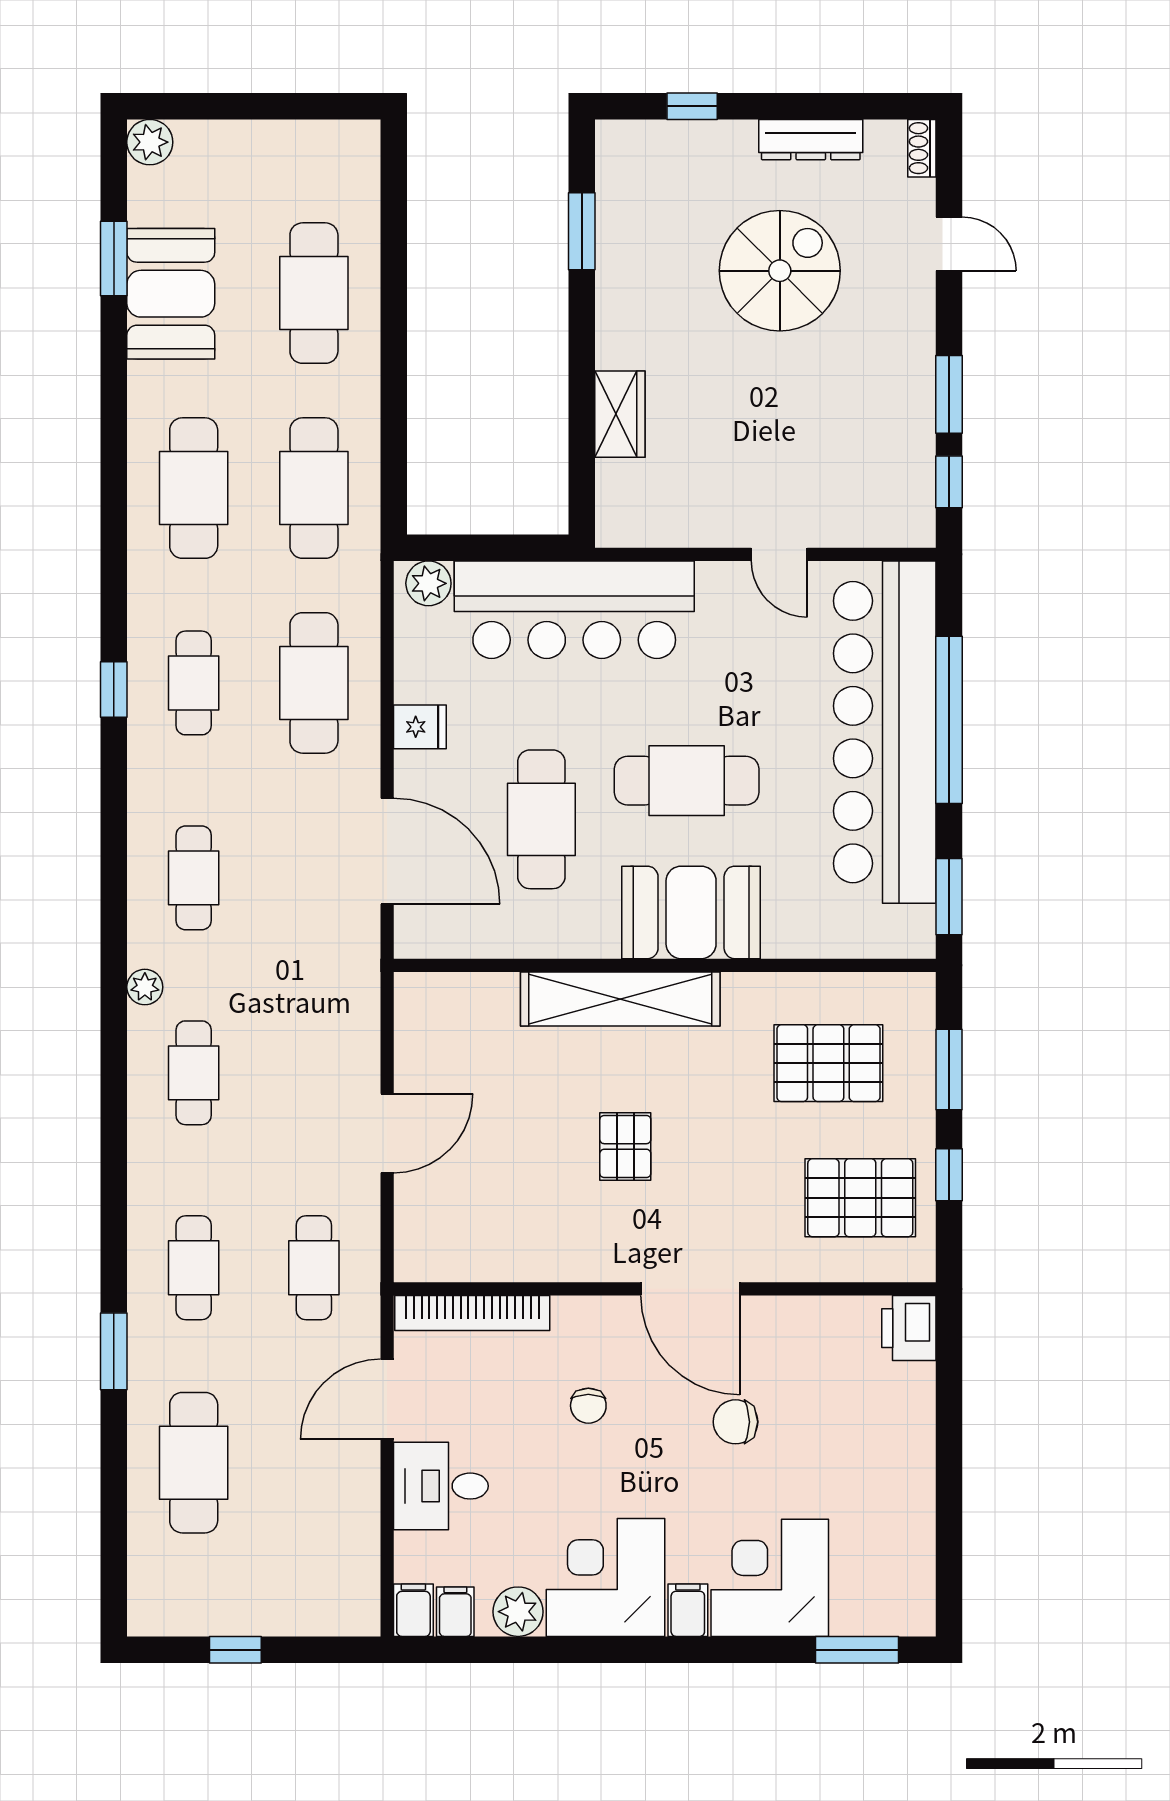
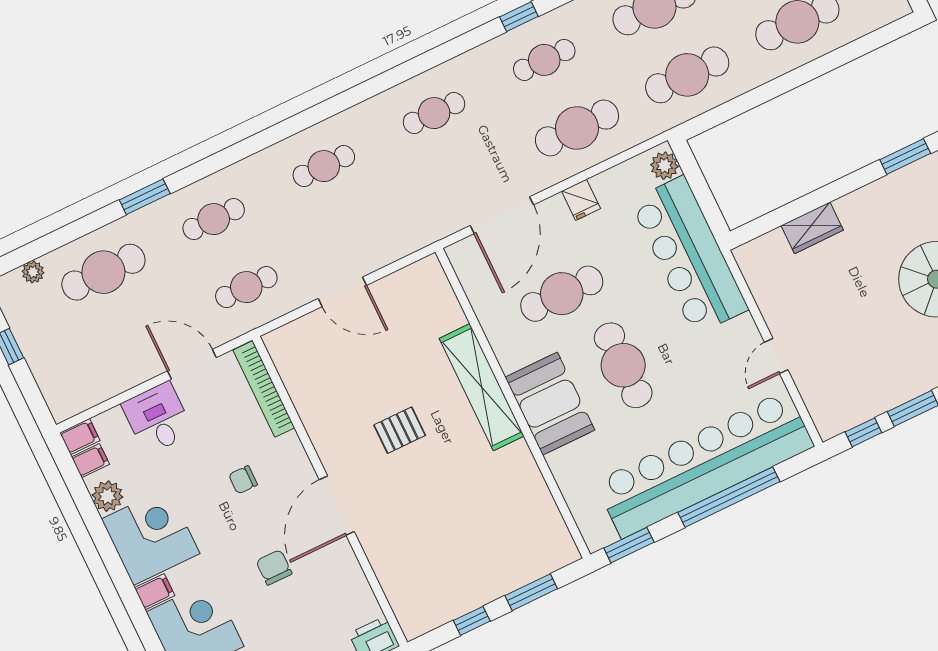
plant: (145, 987) -> (33, 272), moved
pallet: (828, 1063) -> (502, 522), removed
pallet: (860, 1198) -> (435, 577), removed

